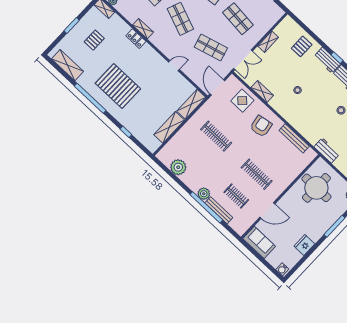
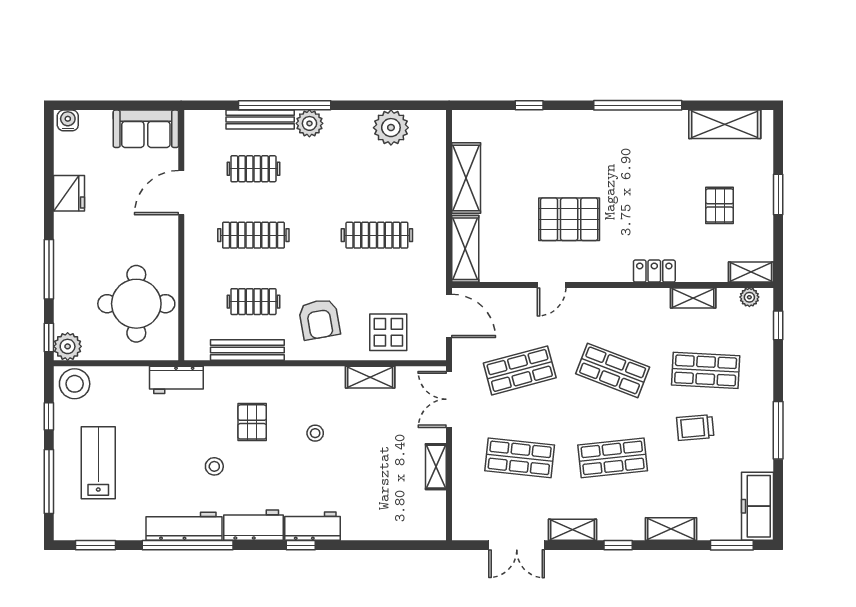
shelving: (143, 29) -> (693, 298), moved
pallet: (302, 46) -> (252, 422), moved
pallet: (118, 86) -> (569, 219), moved, width x0.73, depth x0.71
clothes rail: (277, 152) -> (253, 302), added

